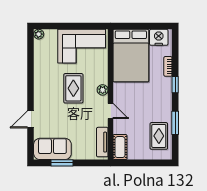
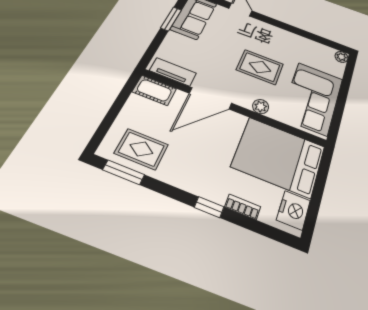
plant: (103, 90) -> (261, 107), moved
door: (111, 111) -> (210, 98), width x1.87
window: (175, 123) -> (124, 172), moved

